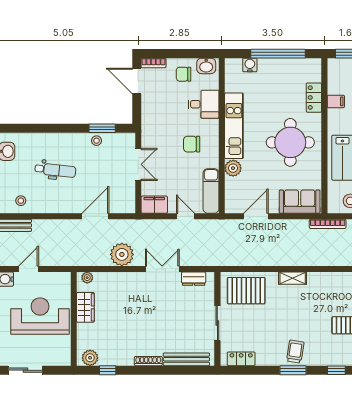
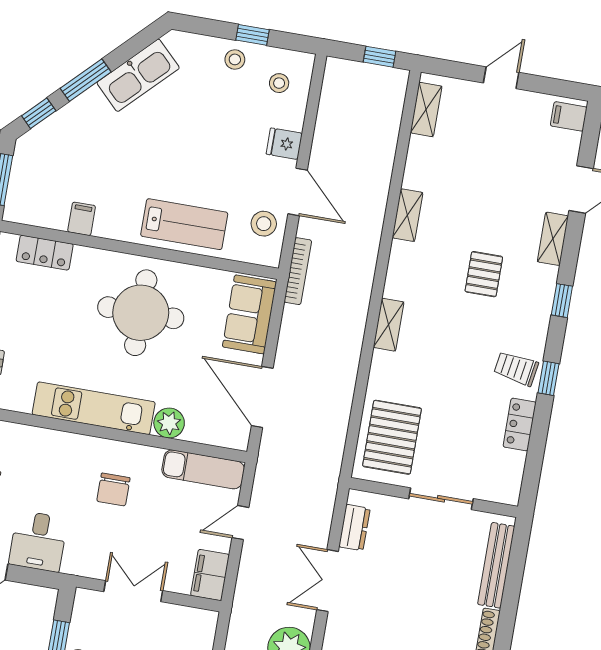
locker: (314, 98) -> (45, 253), moved
desk: (204, 104) -> (38, 541), moved, turned 180
door: (256, 216) -> (262, 397), width x1.36
shelving: (293, 278) -> (389, 325), moved
locker: (241, 359) -> (520, 425), moved
window: (293, 370) -> (548, 378), width x0.67

